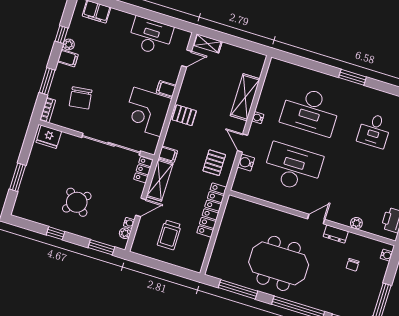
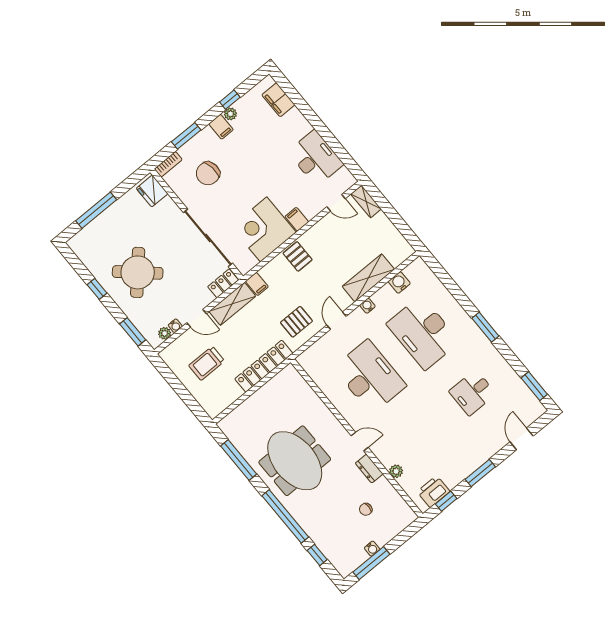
water cooler: (246, 163) -> (399, 282), moved
window: (18, 177) -> (96, 210), width x1.44
round table: (77, 202) -> (138, 272), width x1.36, depth x1.36
water cooler: (386, 255) -> (372, 549), moved

